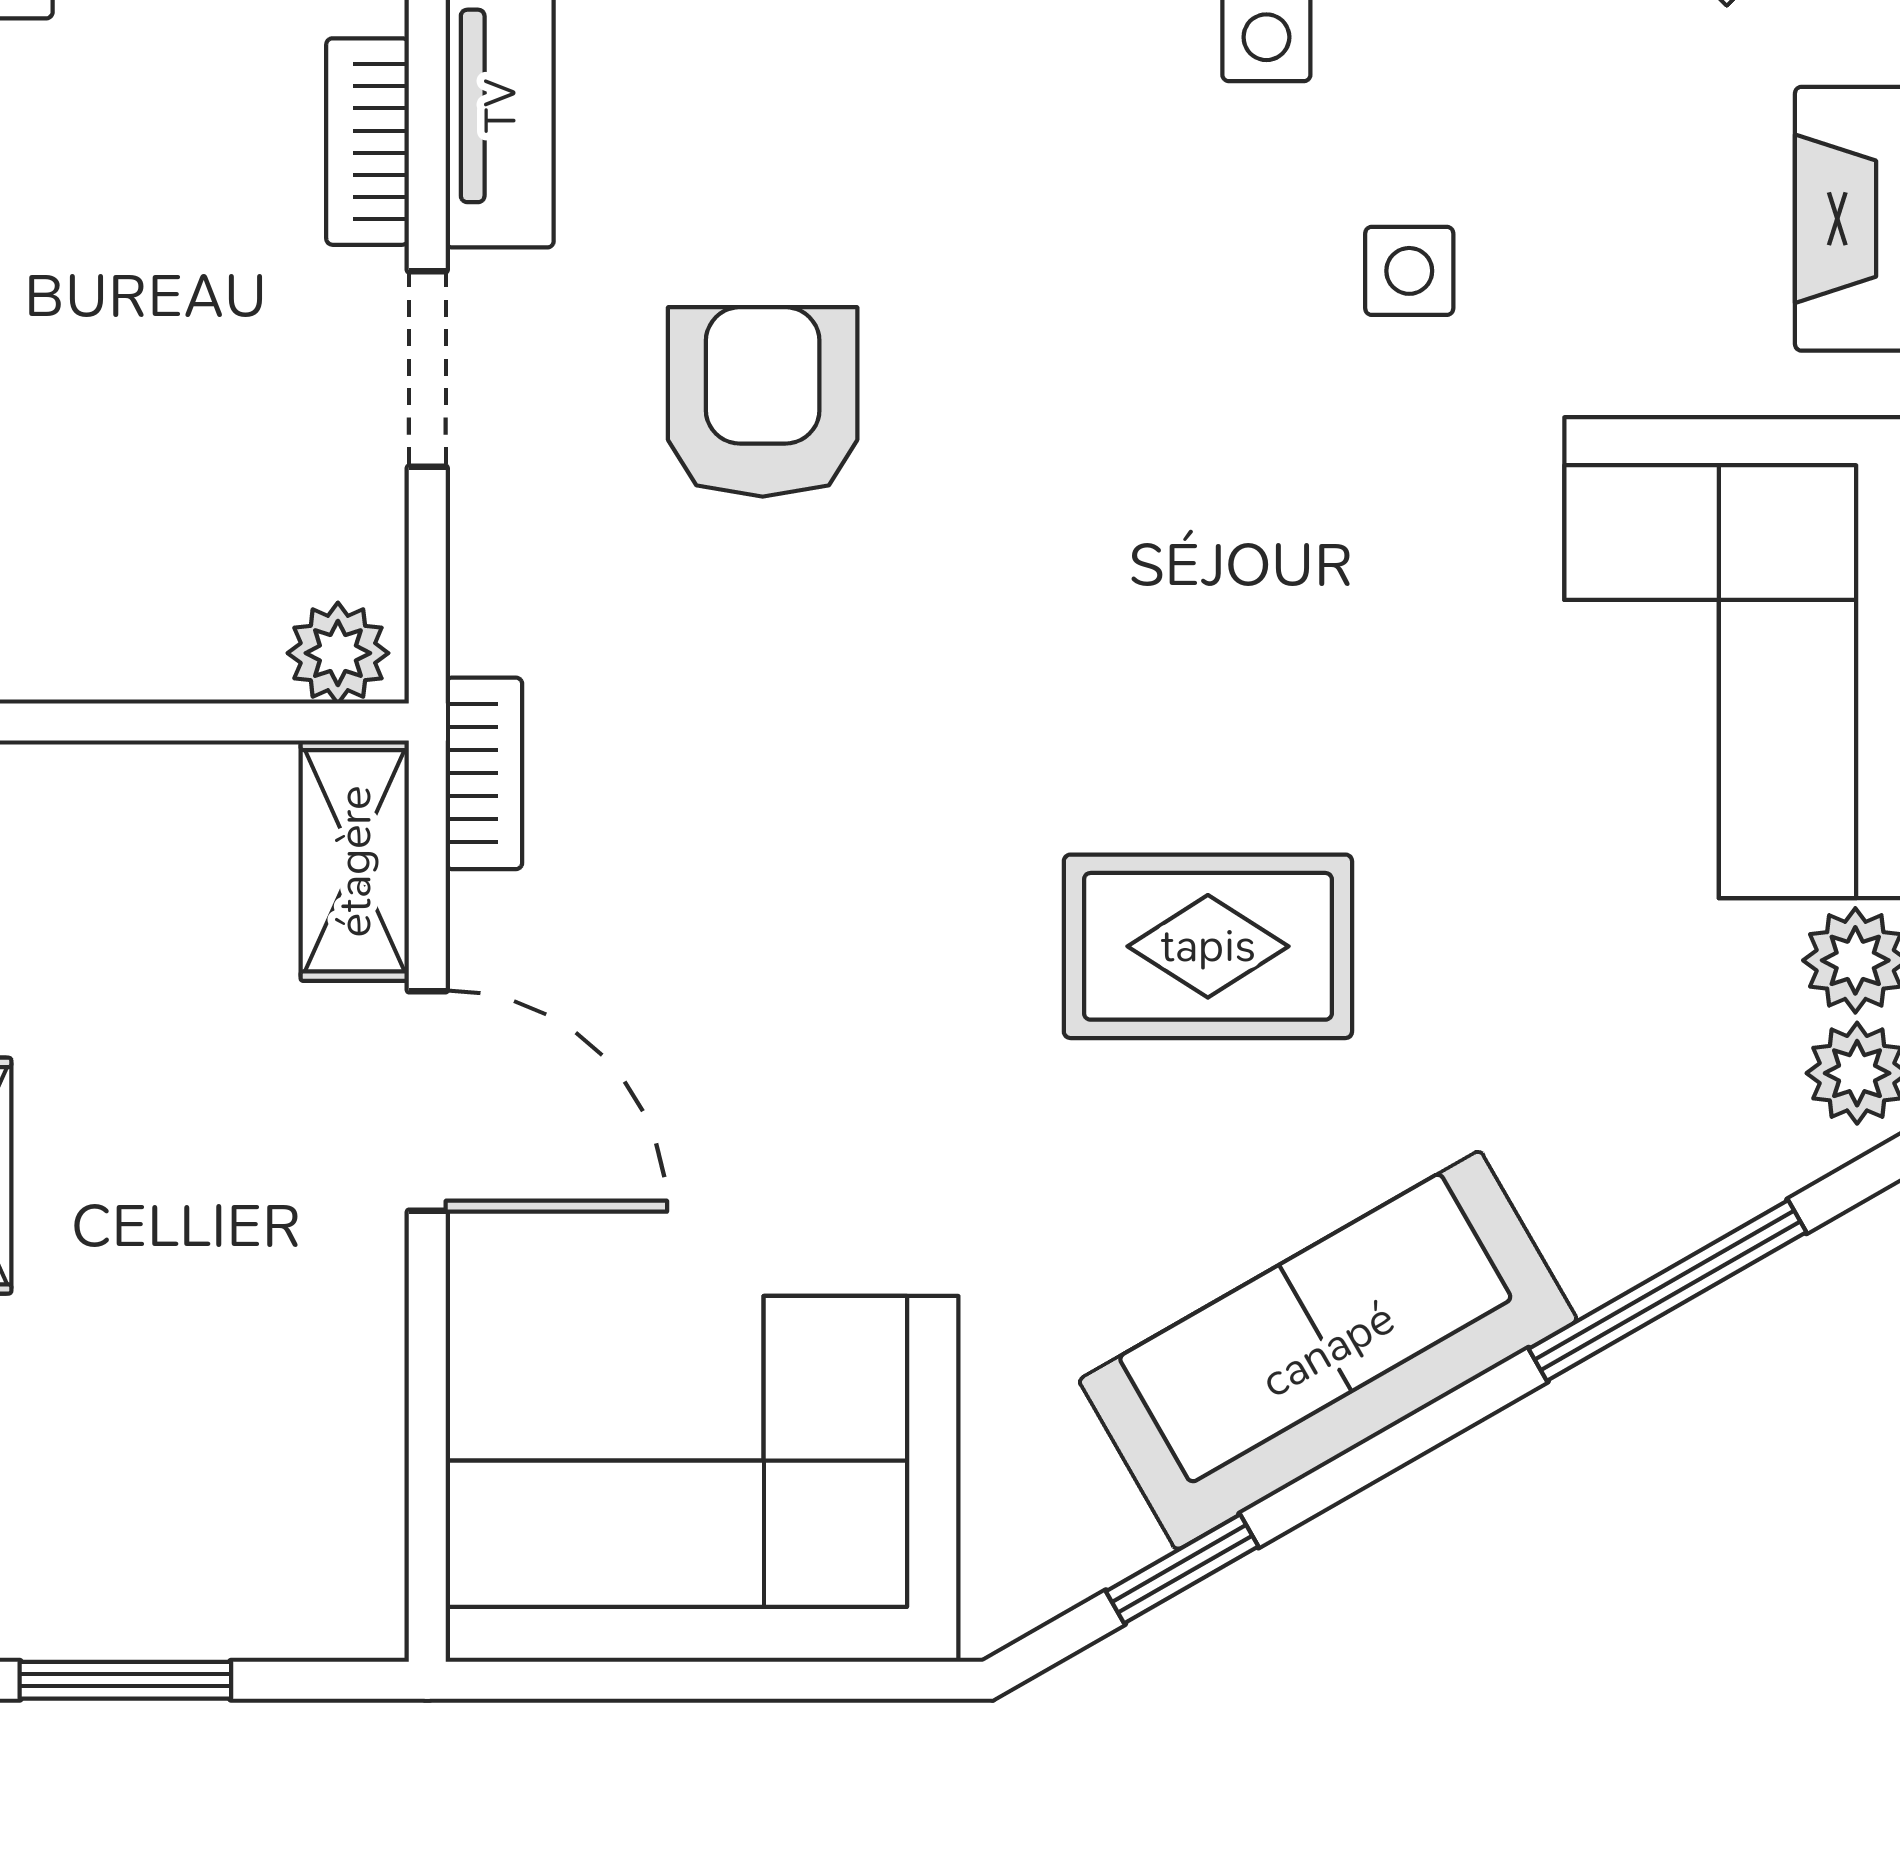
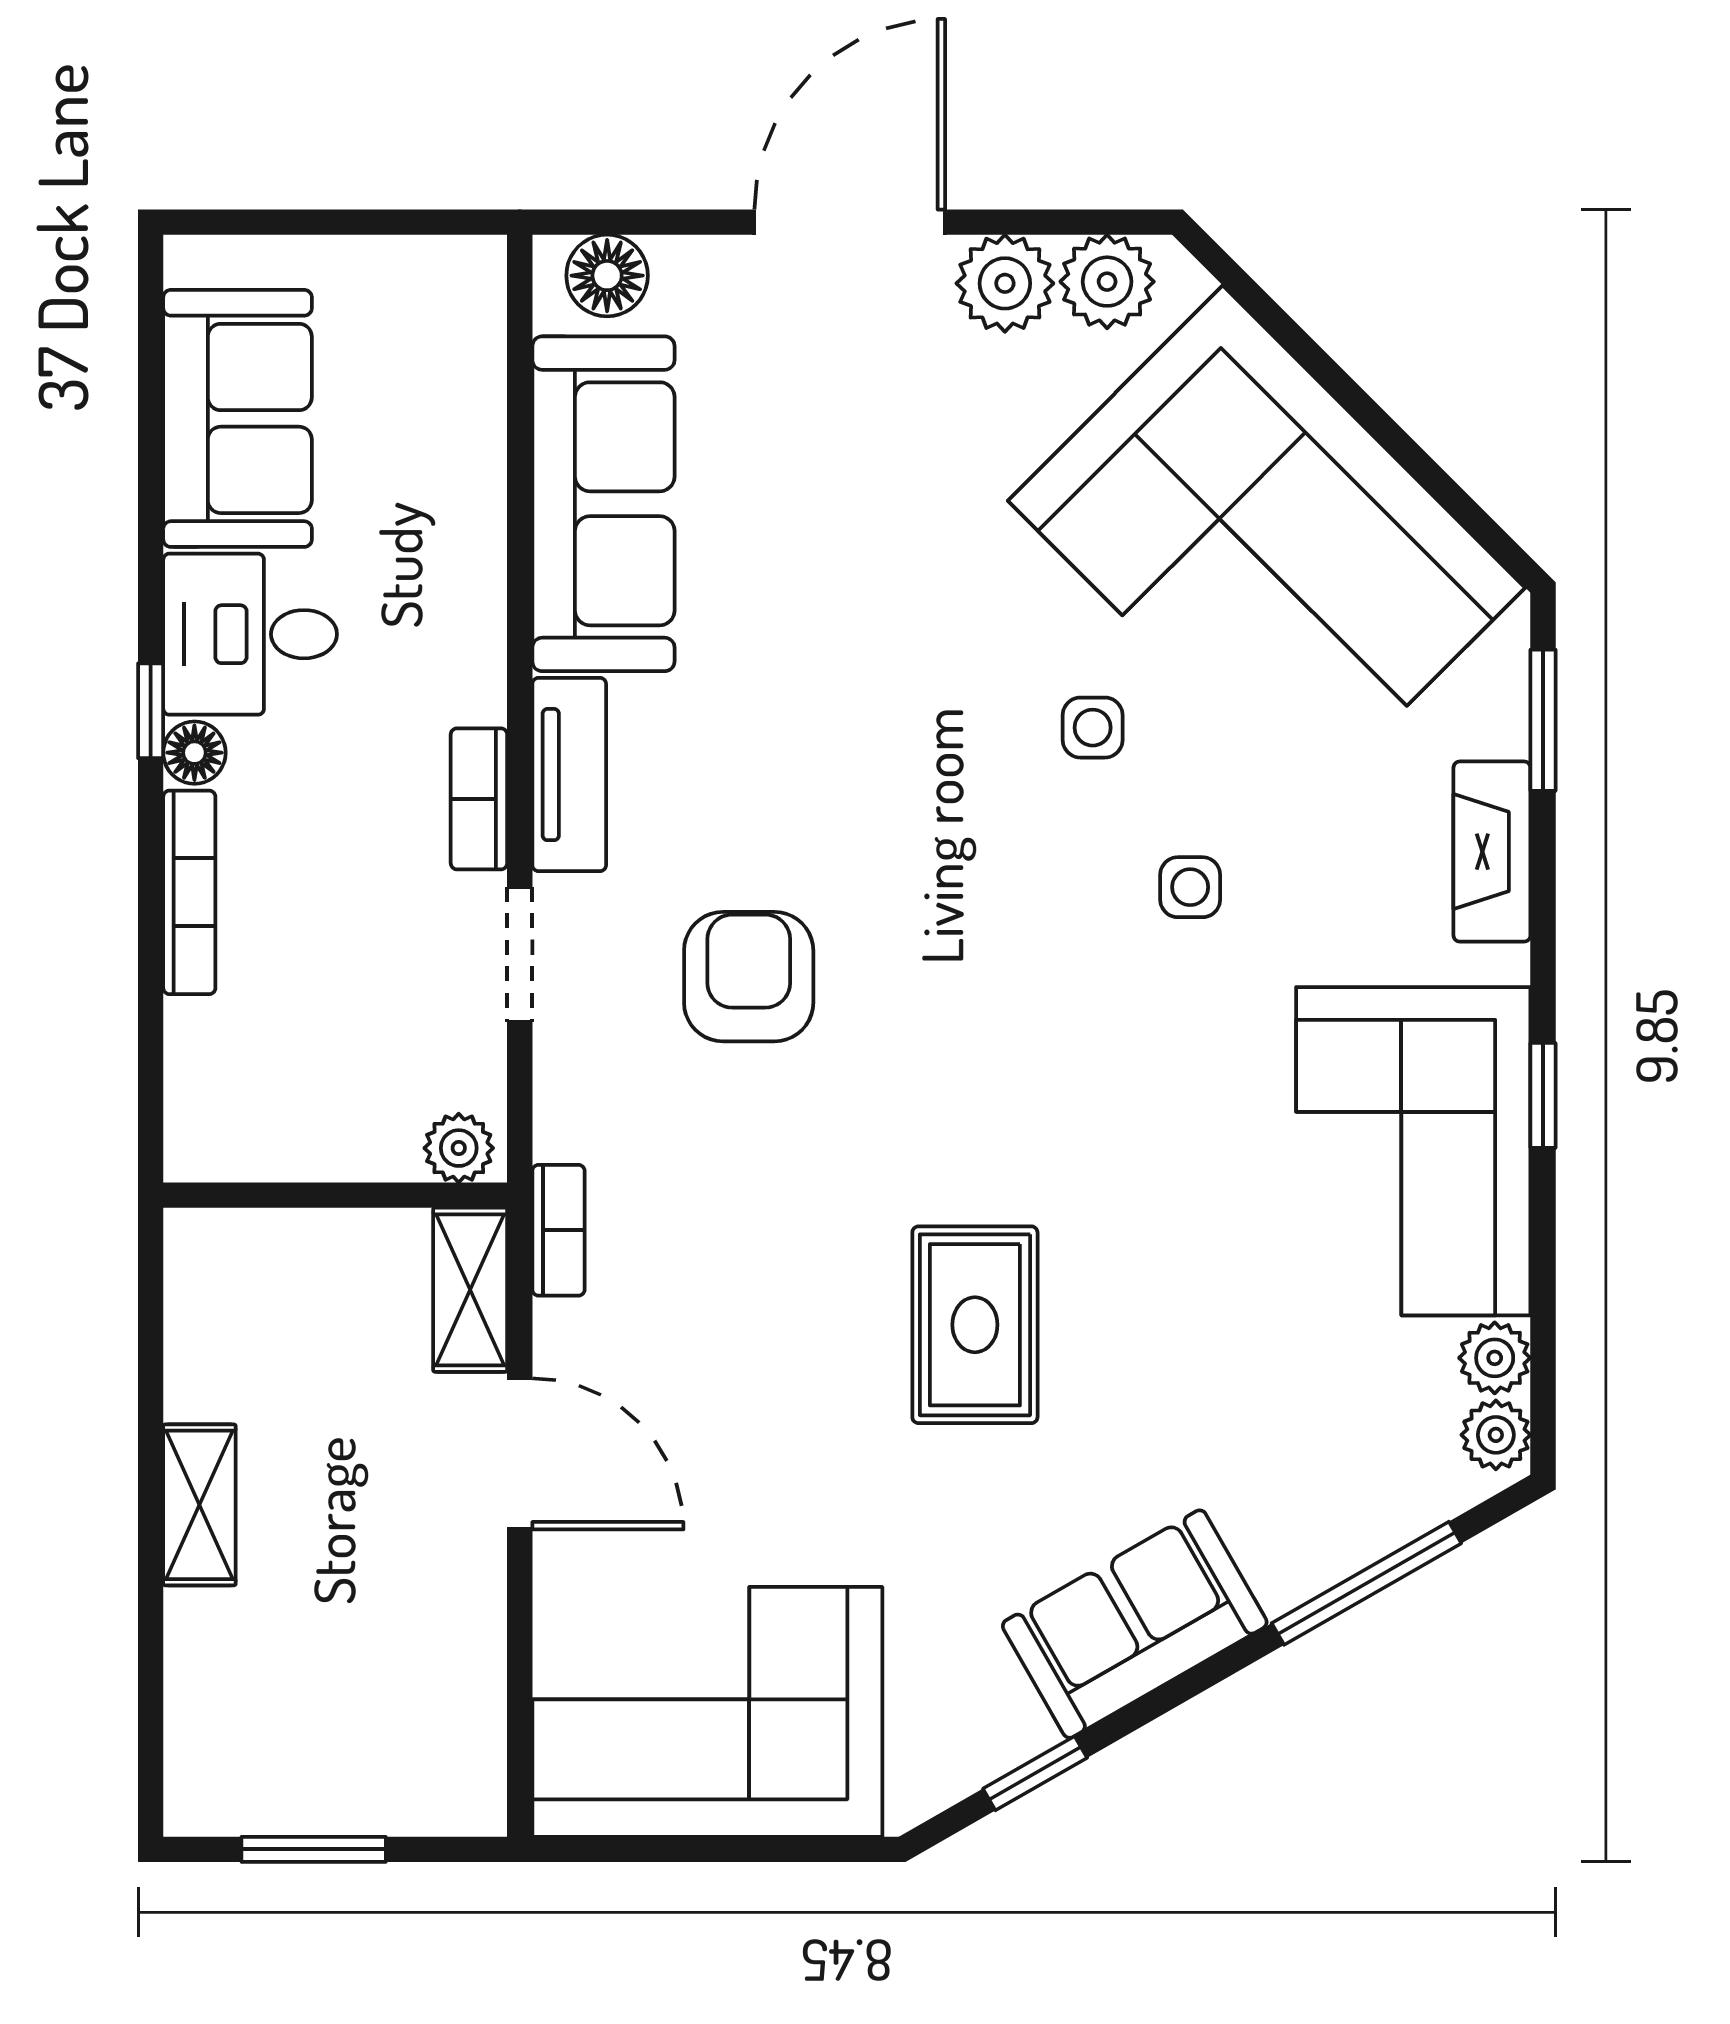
rug: (1208, 946) -> (975, 1325), moved, turned 90
sofa: (1328, 1350) -> (1135, 1624), width x0.73

